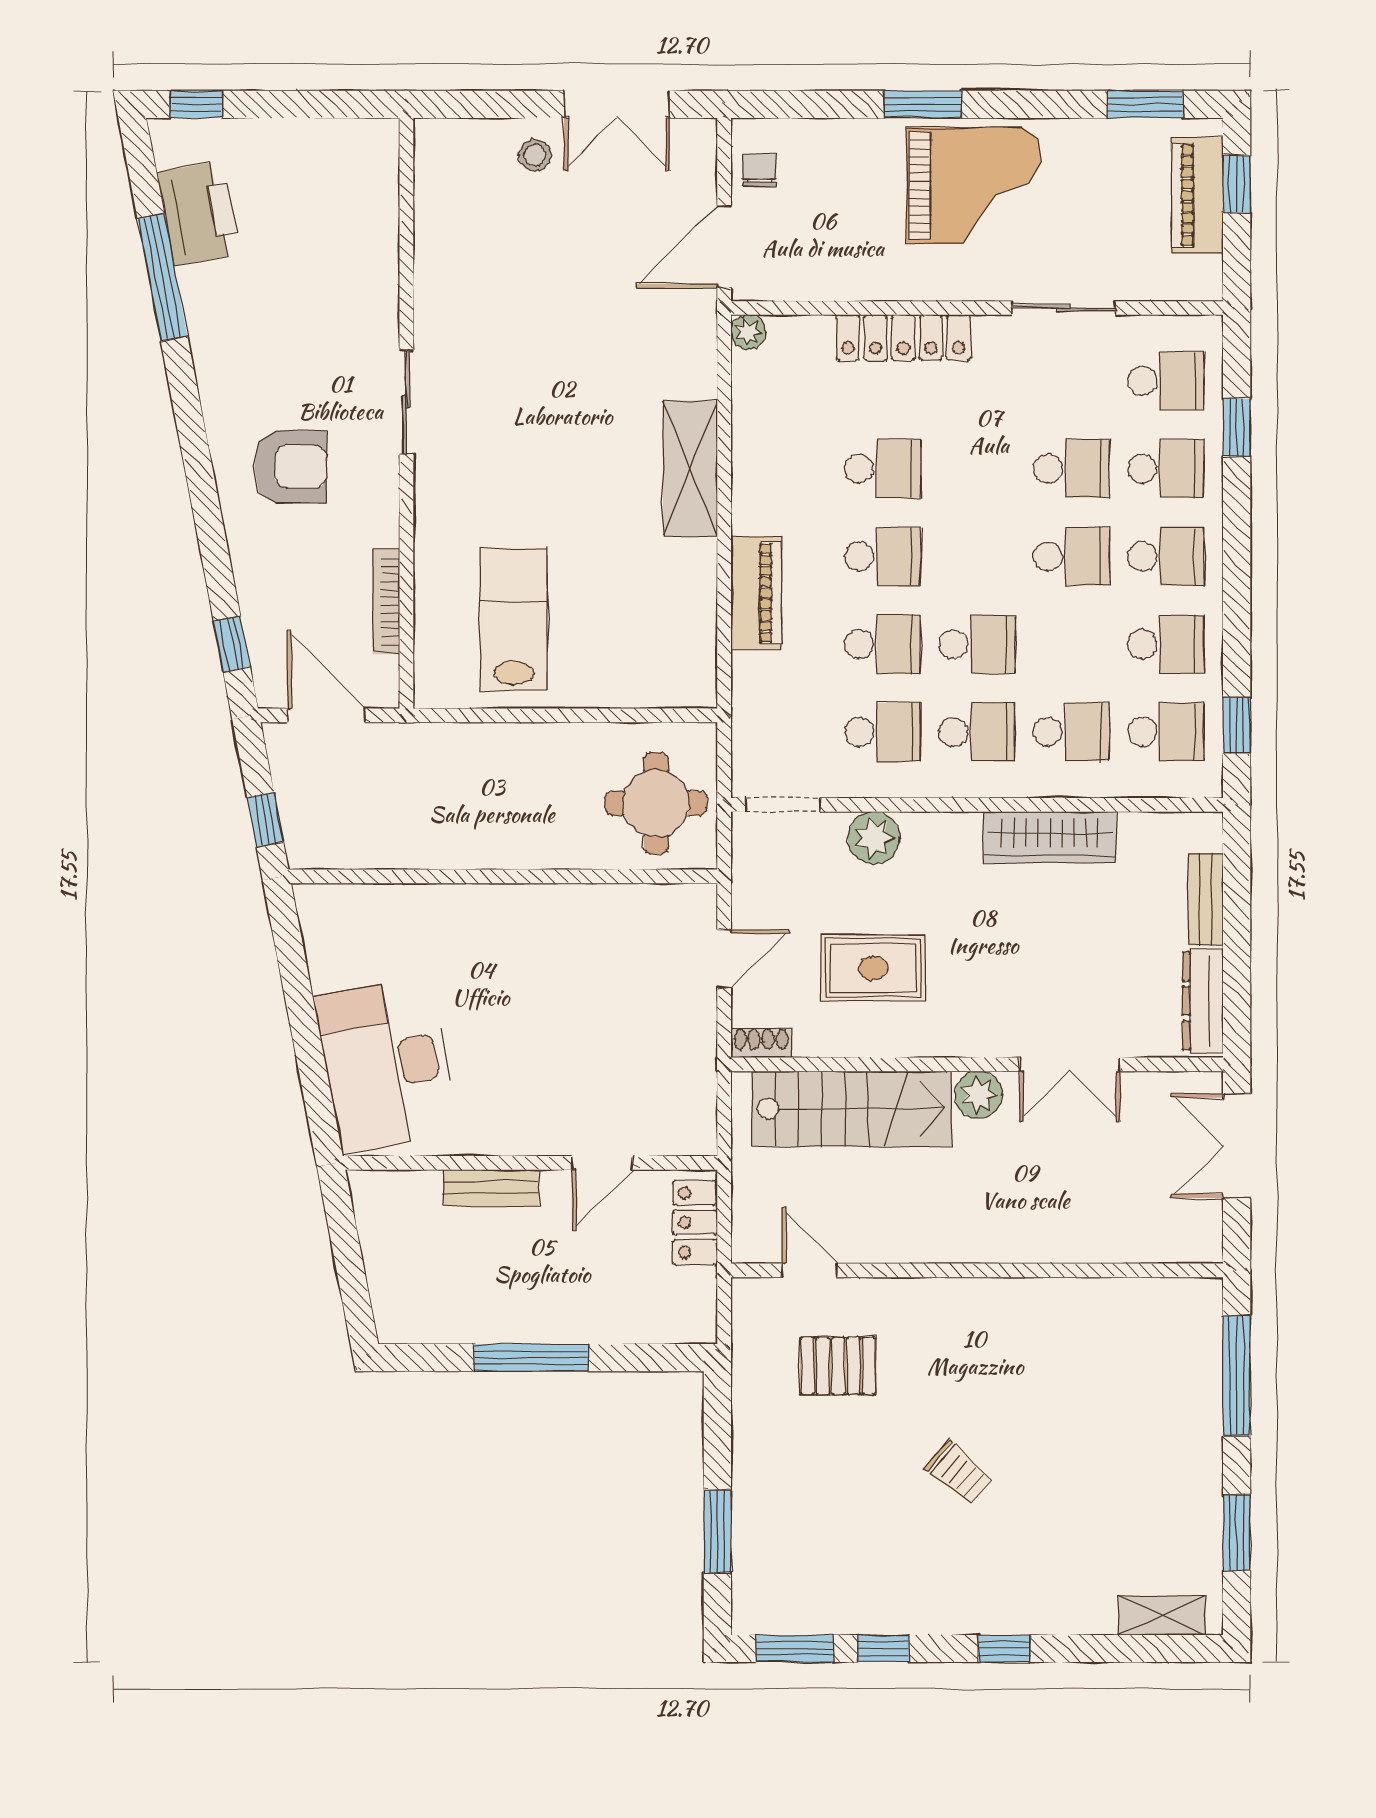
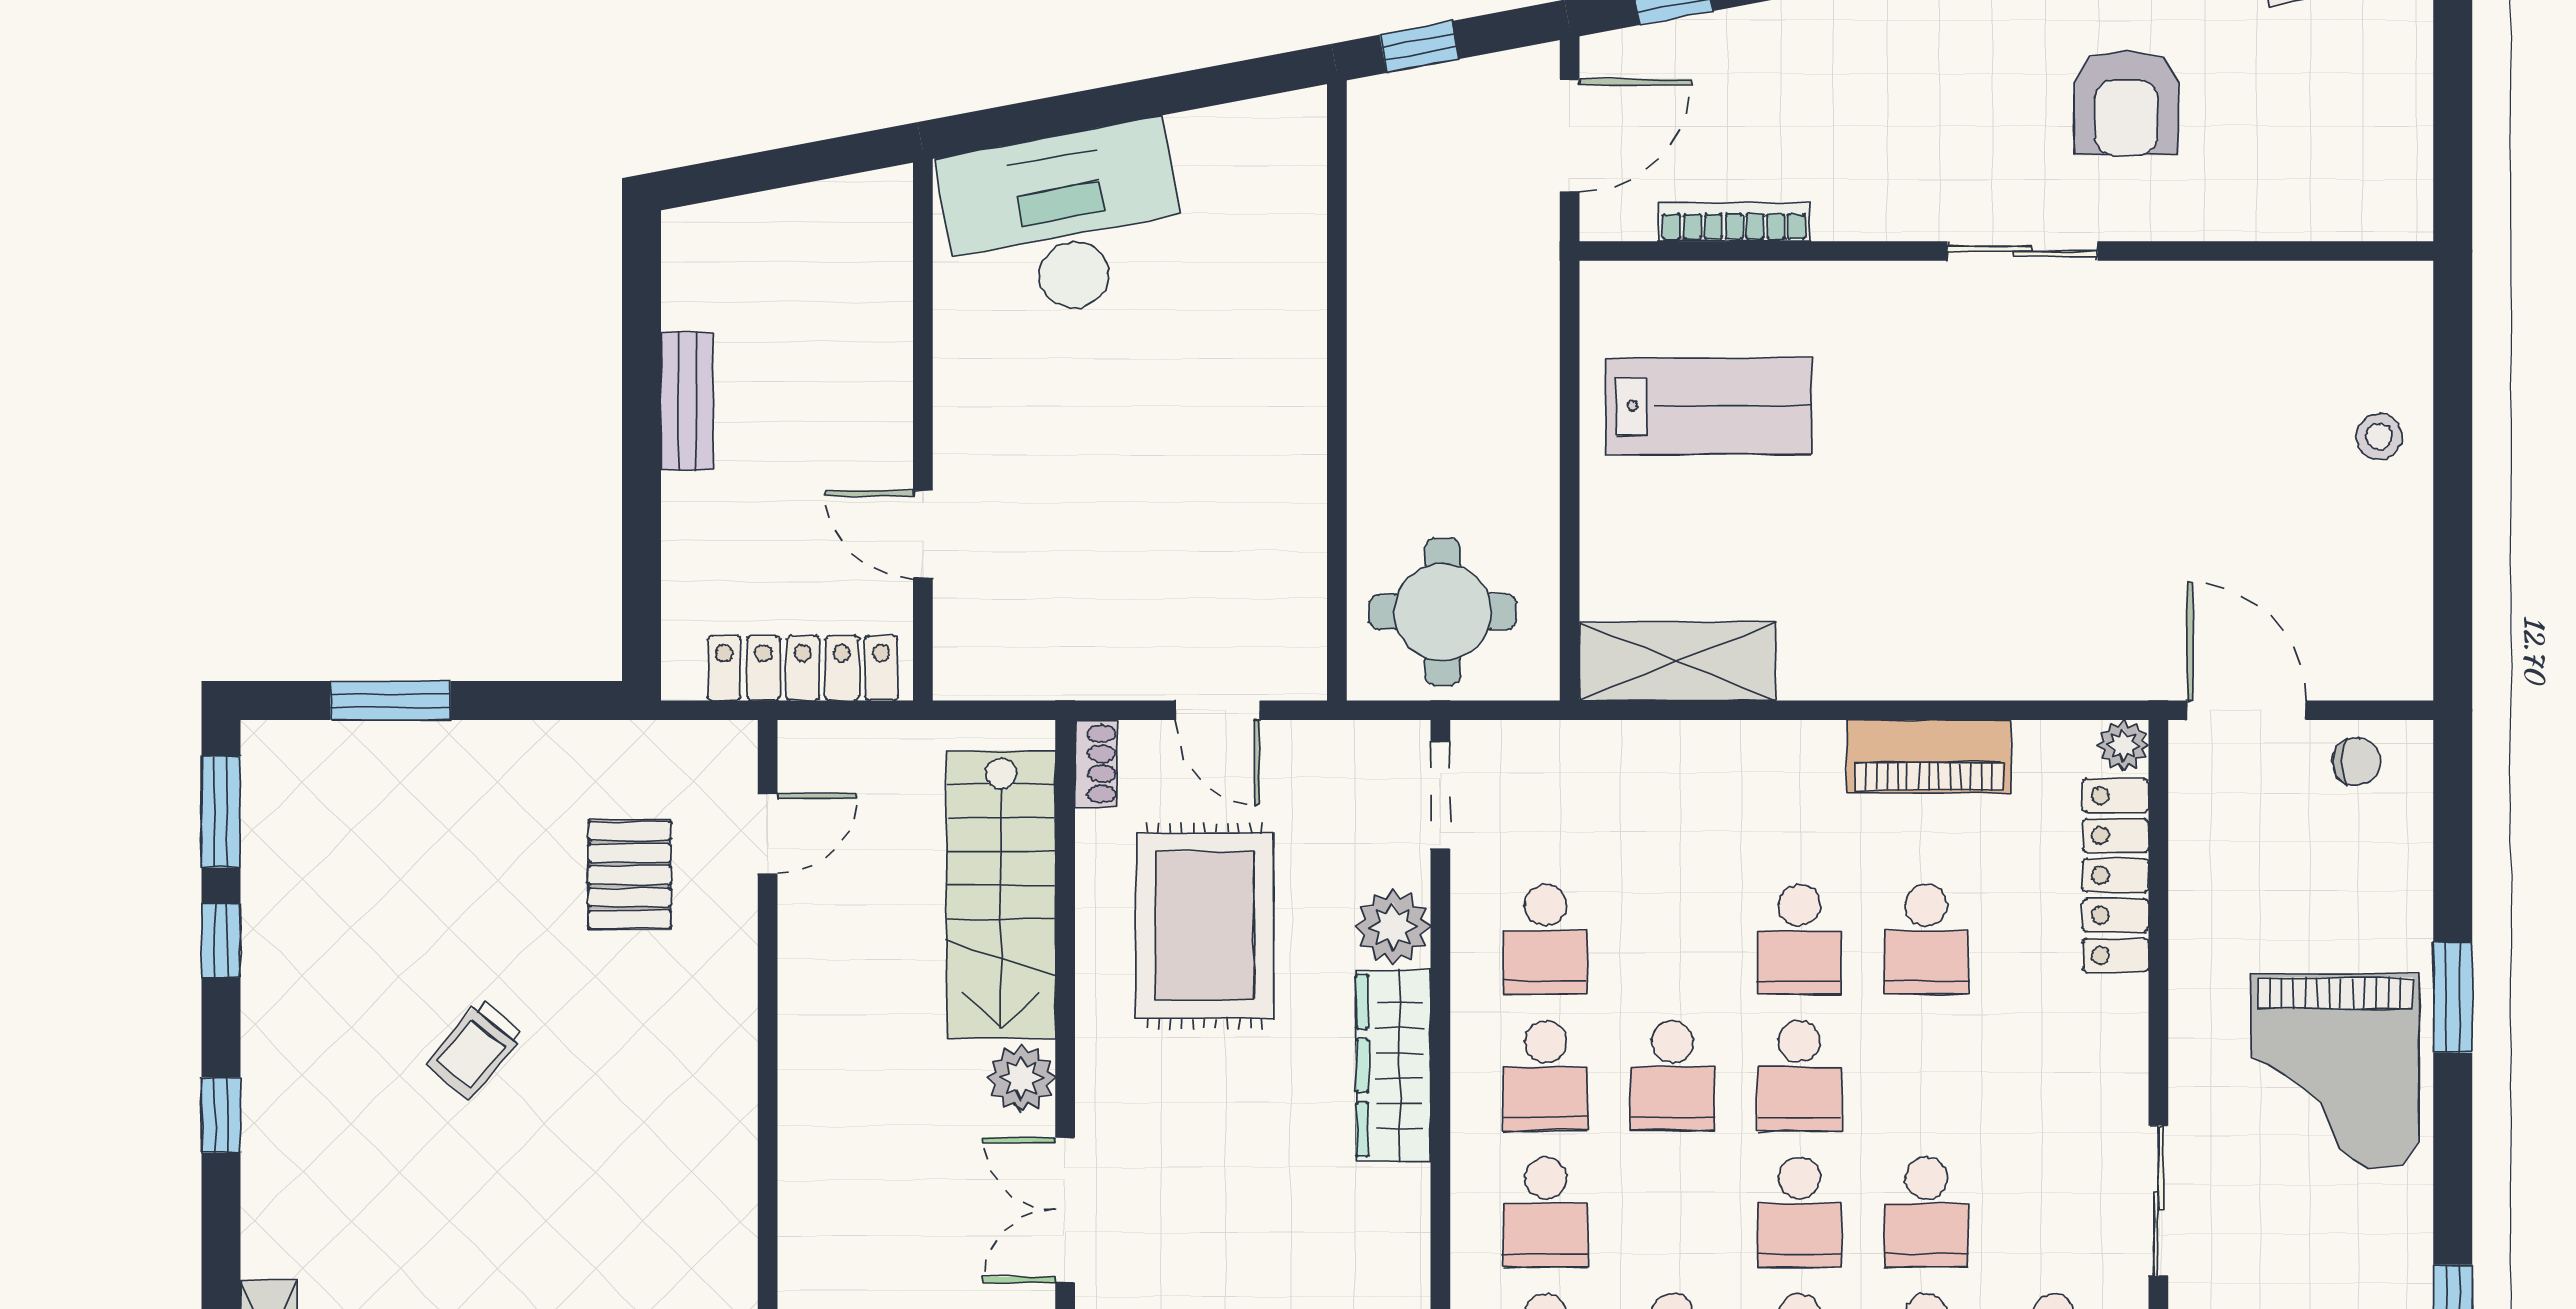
double door: (617, 104) -> (2453, 555), removed
locker: (903, 338) -> (2116, 875), moved
armchair: (290, 467) -> (2126, 103), moved
shelving: (690, 469) -> (1677, 661), moved
piano: (756, 593) -> (1929, 757), moved
school desk: (883, 644) -> (1799, 1076), moved
wardrobe: (1050, 837) -> (1394, 1066), moved
rug: (873, 968) -> (1205, 926), width x1.36, depth x1.43
bench: (491, 1188) -> (687, 401), moved
locker: (695, 1223) -> (803, 668), width x1.53
window: (531, 1358) -> (641, 431), removed

